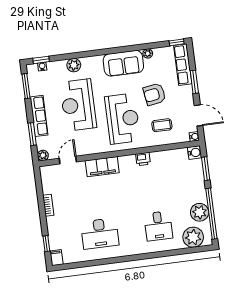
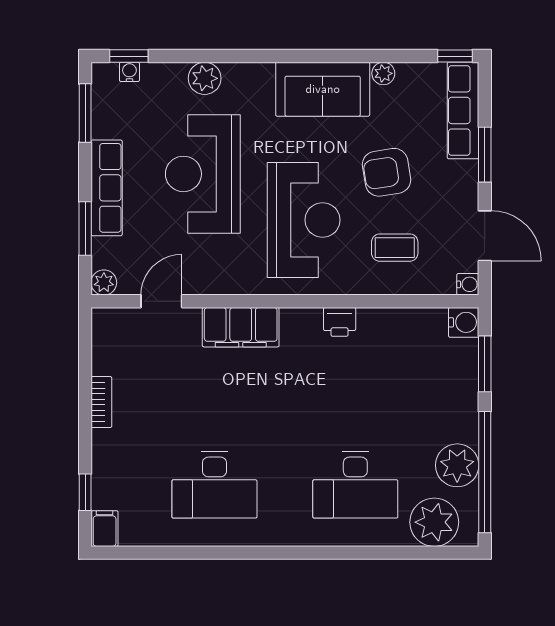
desk: (158, 226) -> (355, 485), width x1.37

